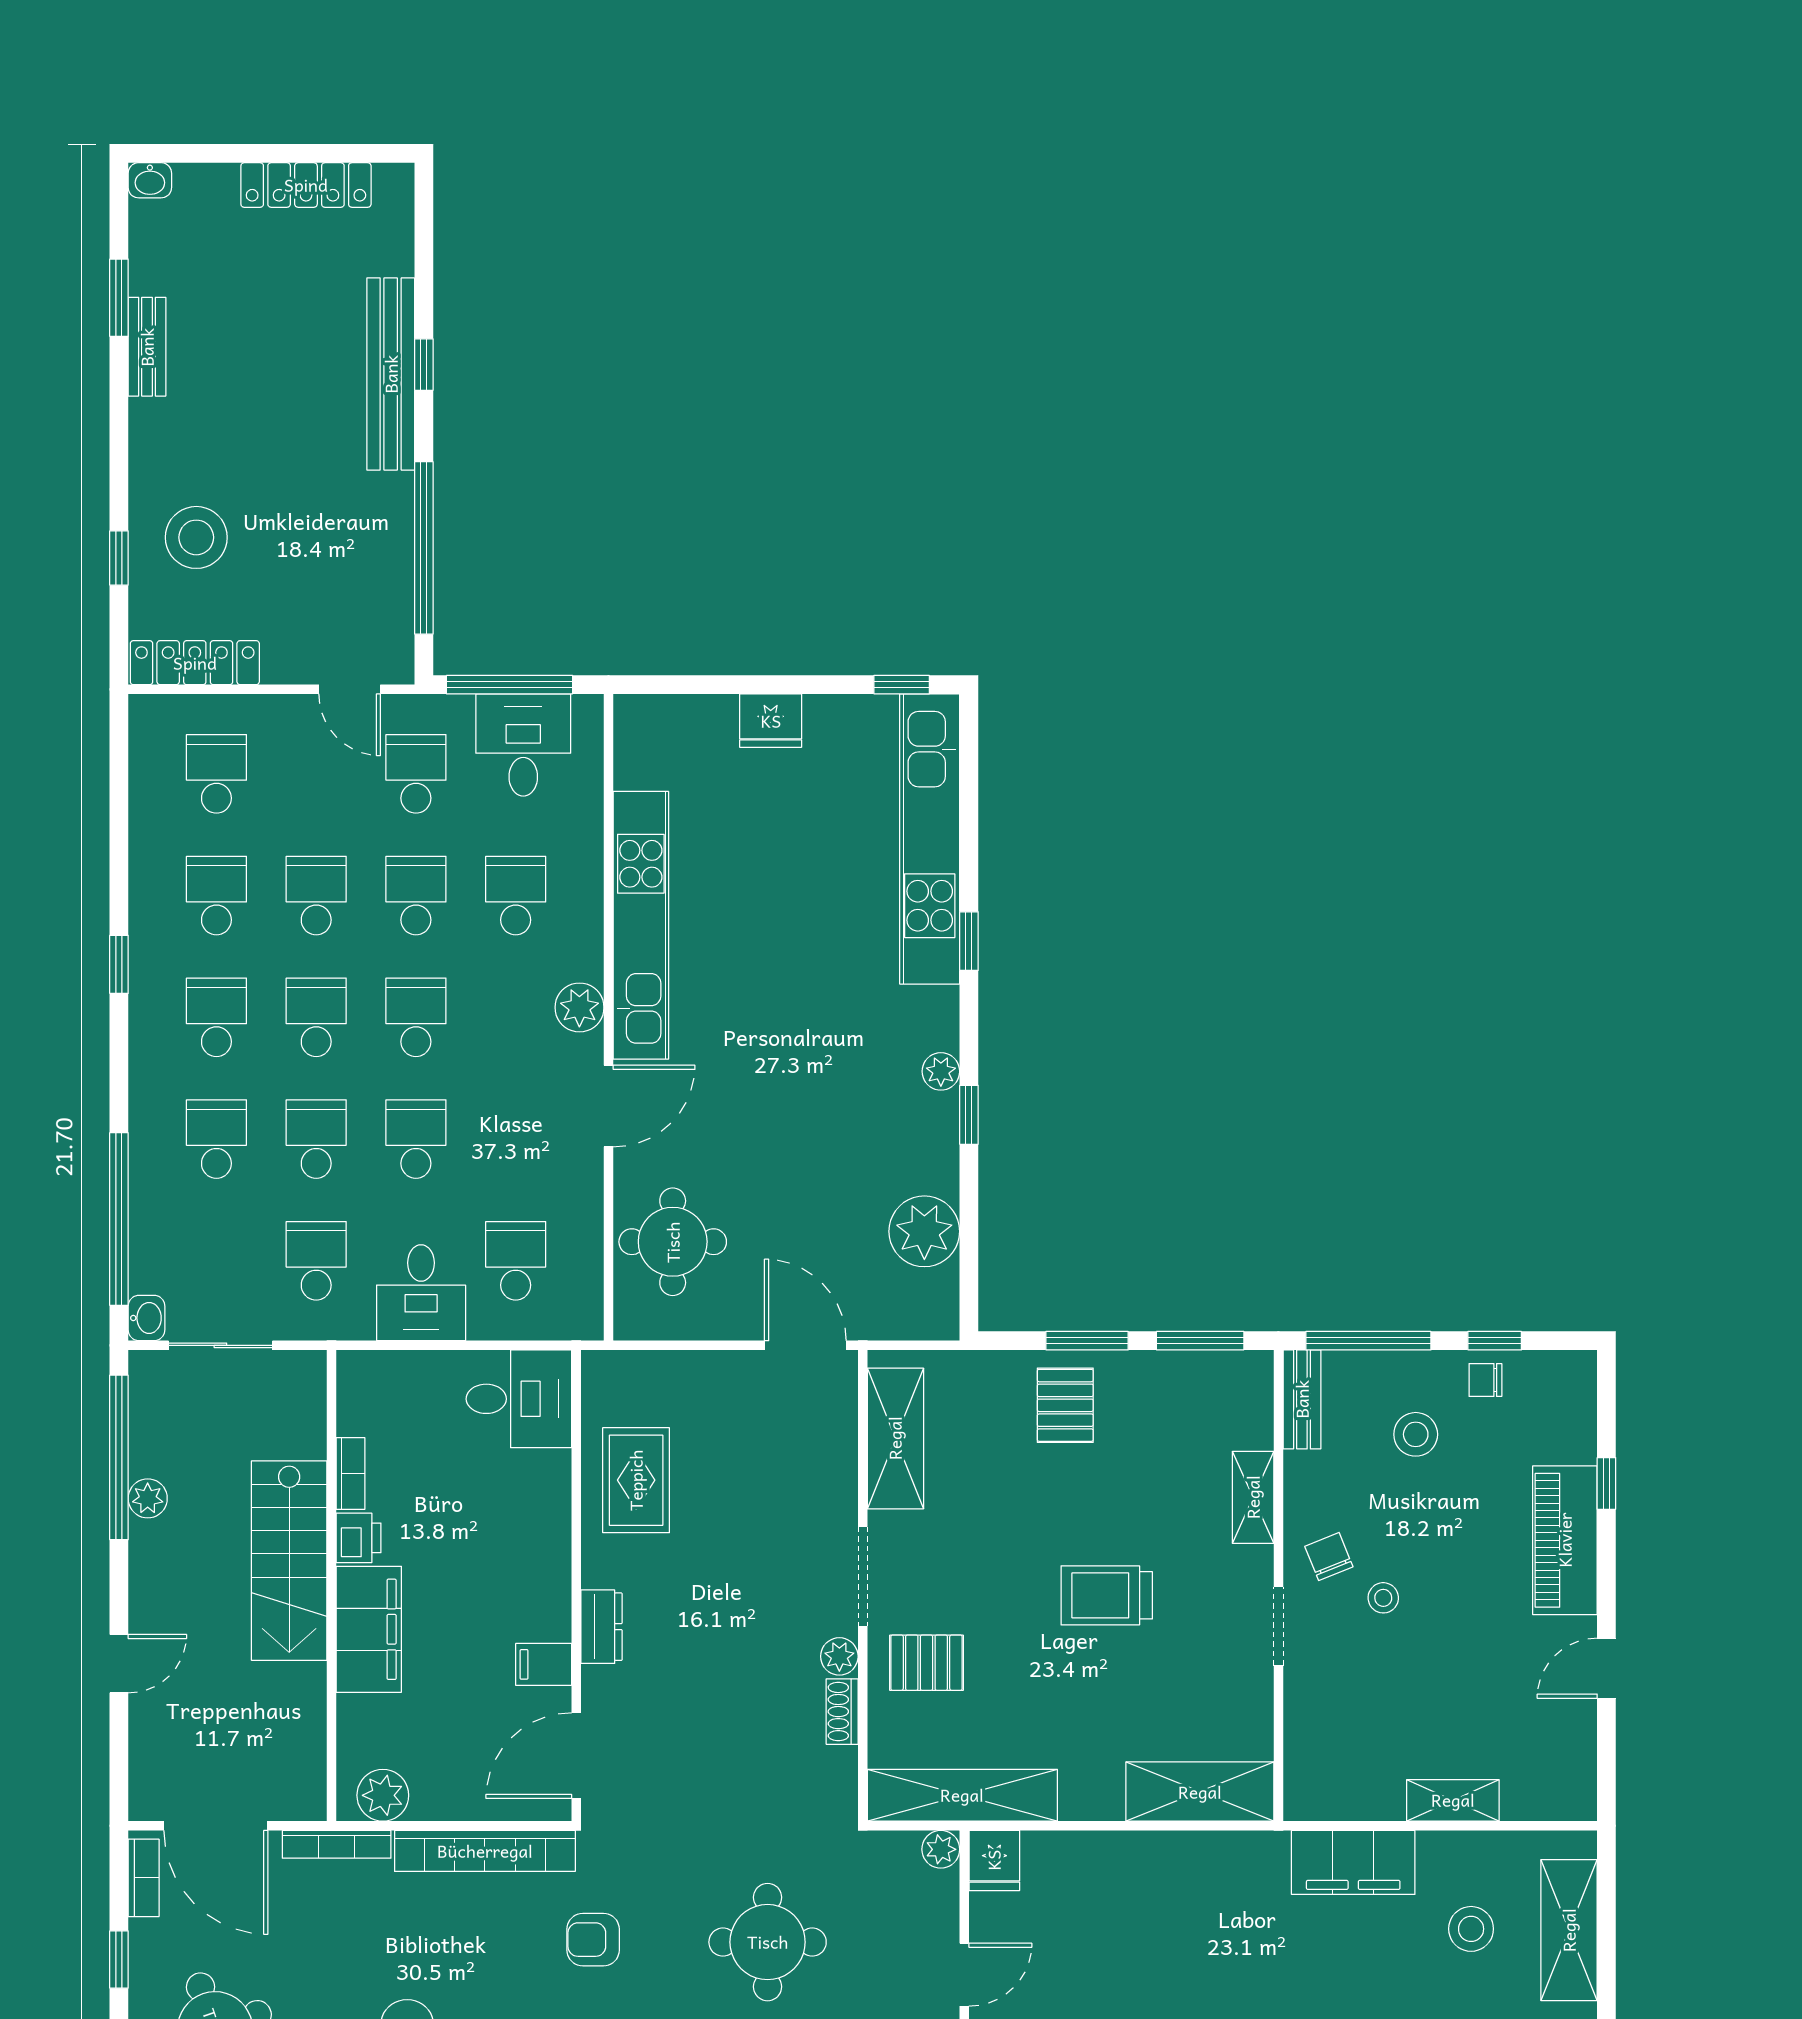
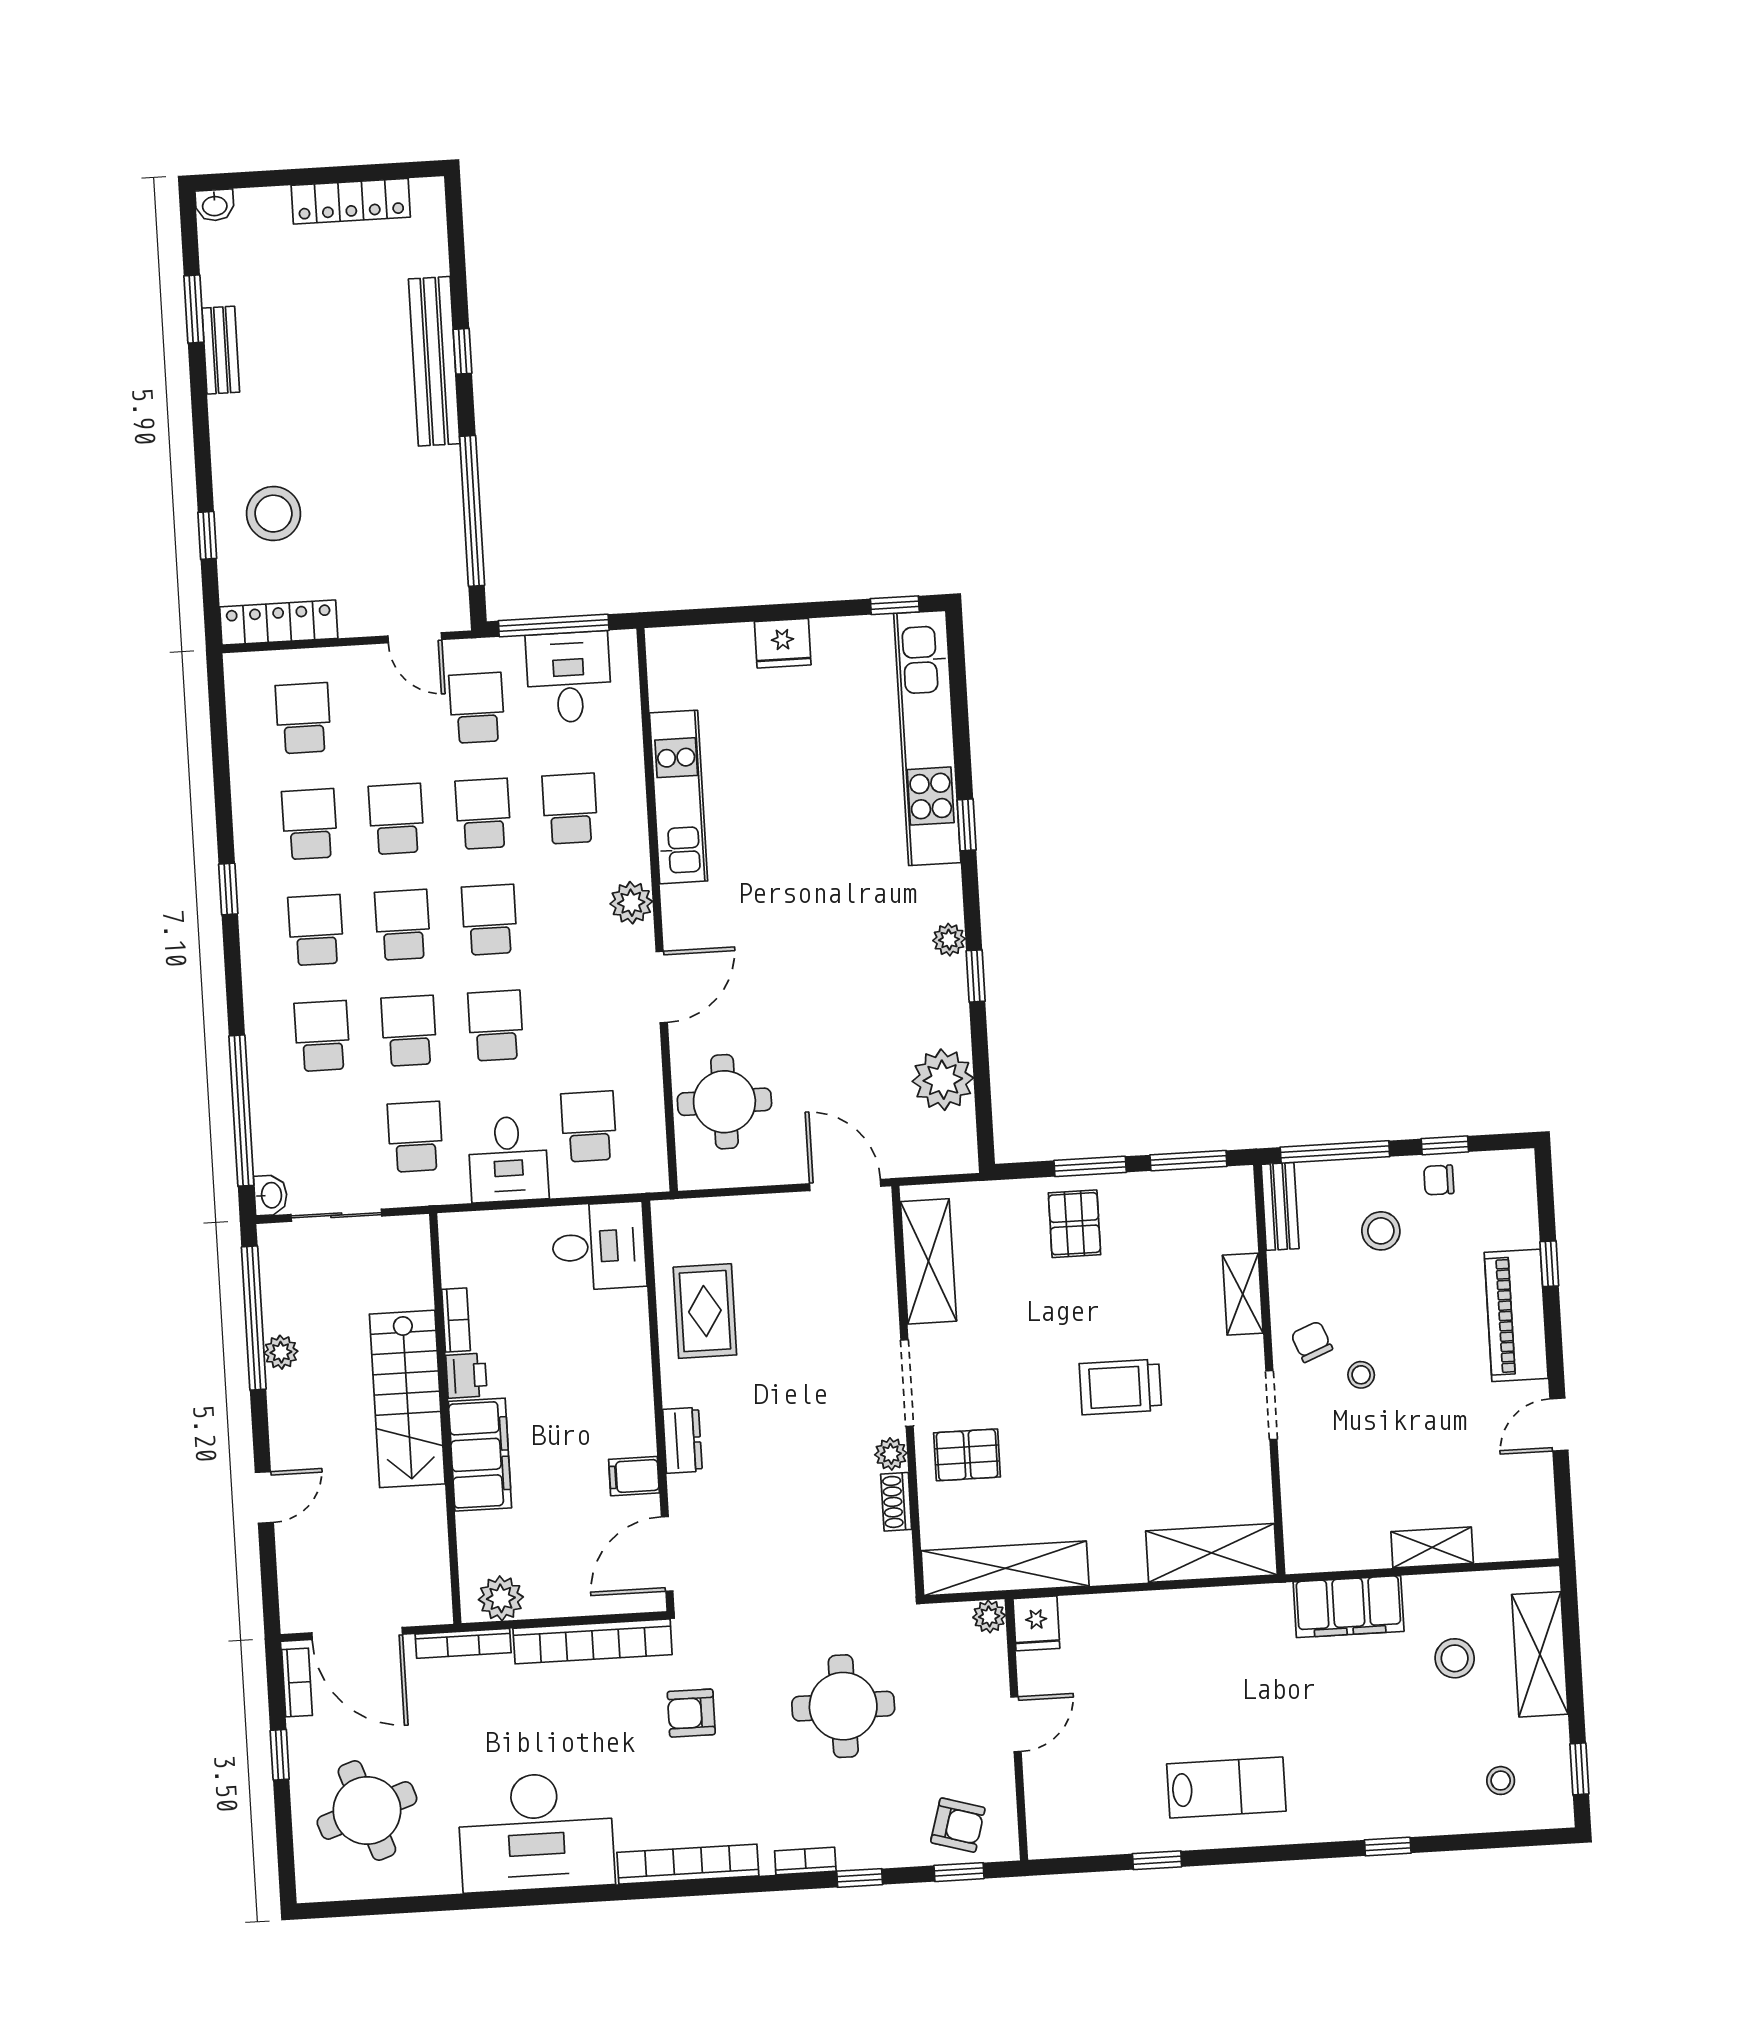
kitchen unit: (641, 925) -> (679, 797), width x0.73

